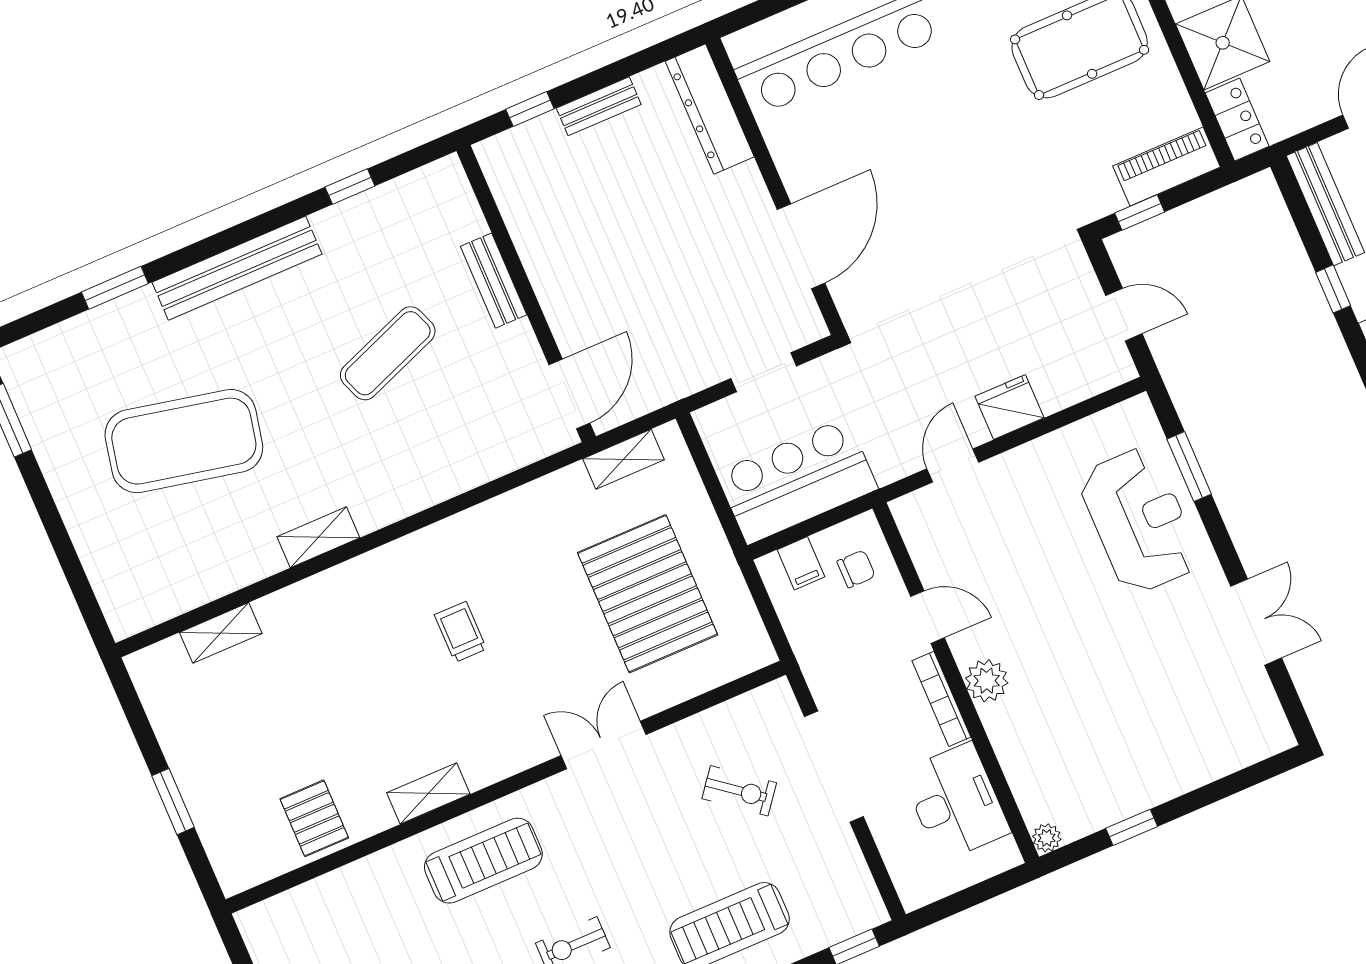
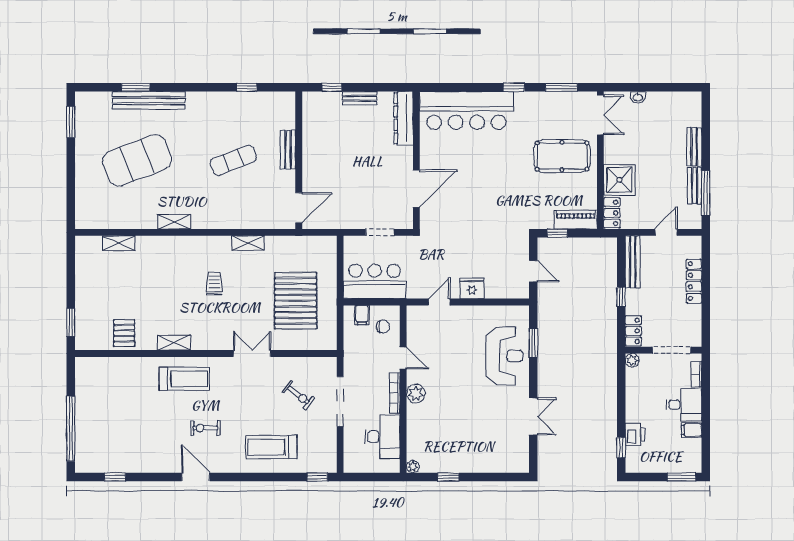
bench: (237, 268) -> (149, 101), moved
exercise mat: (184, 441) -> (137, 160), turned -33
shelving: (624, 459) -> (248, 243), moved
window: (173, 802) -> (71, 322), moved

